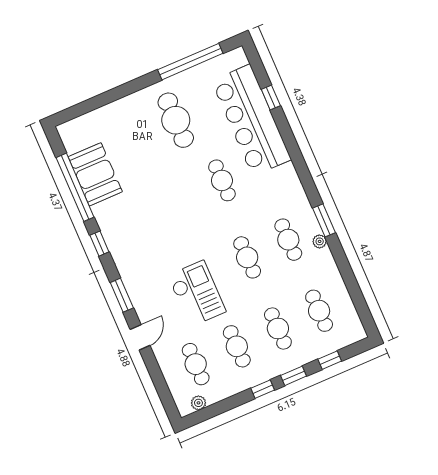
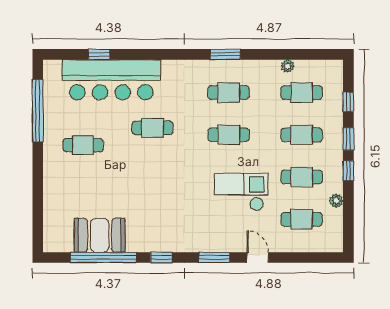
cafe table: (176, 120) -> (83, 145), width x0.73, depth x0.74
plant: (320, 241) -> (288, 66), moved
plant: (198, 403) -> (336, 201), moved

